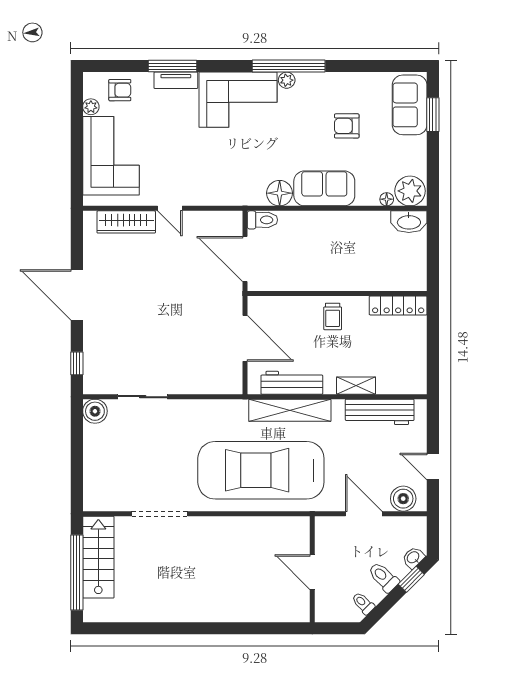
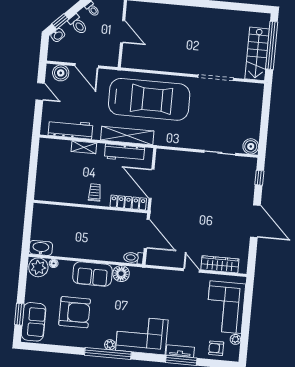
armchair: (347, 126) -> (75, 312), width x1.88, depth x1.88
locker: (398, 306) -> (128, 203), moved

